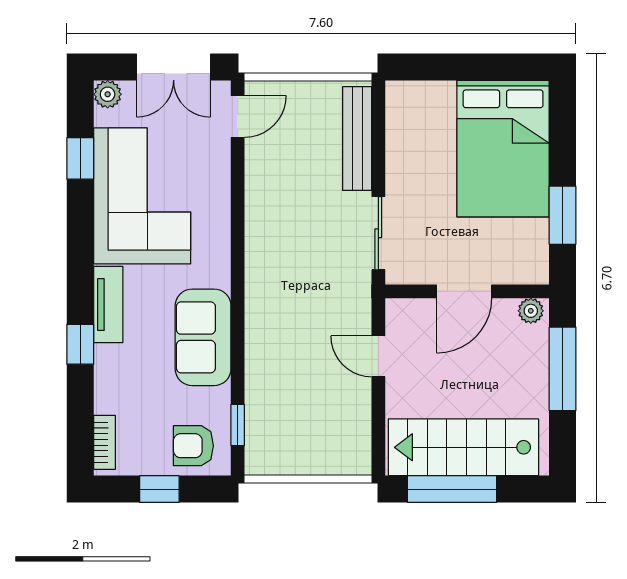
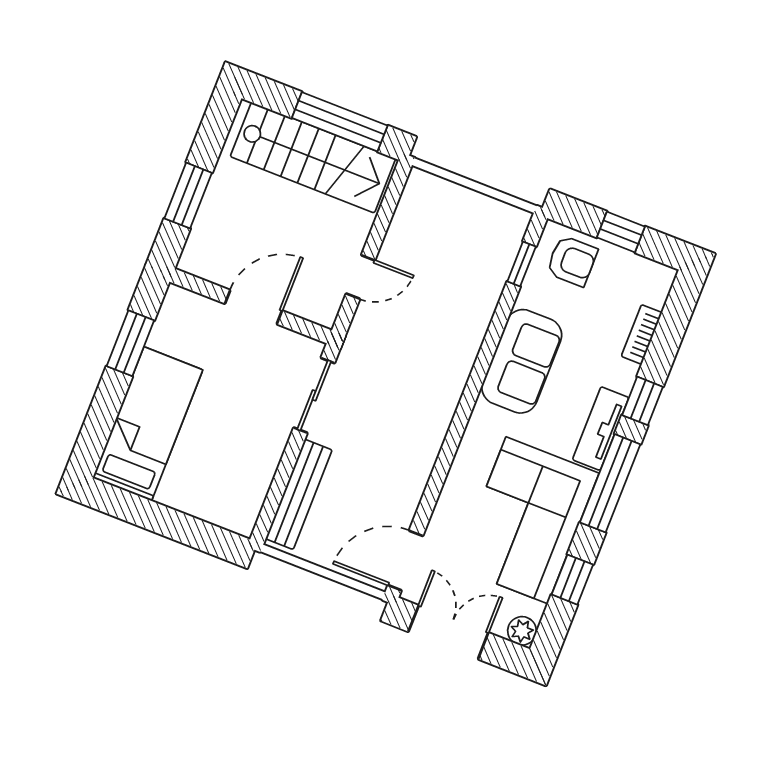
door: (238, 116) -> (405, 561), width x1.38
bed: (503, 149) -> (148, 424), width x0.67
window: (80, 259) -> (610, 483), added
plant: (531, 311) -> (197, 263), removed
door: (378, 356) -> (361, 277), hinge flipped
window: (563, 369) -> (188, 196), width x0.69
bookcase: (104, 442) -> (642, 334), moved

